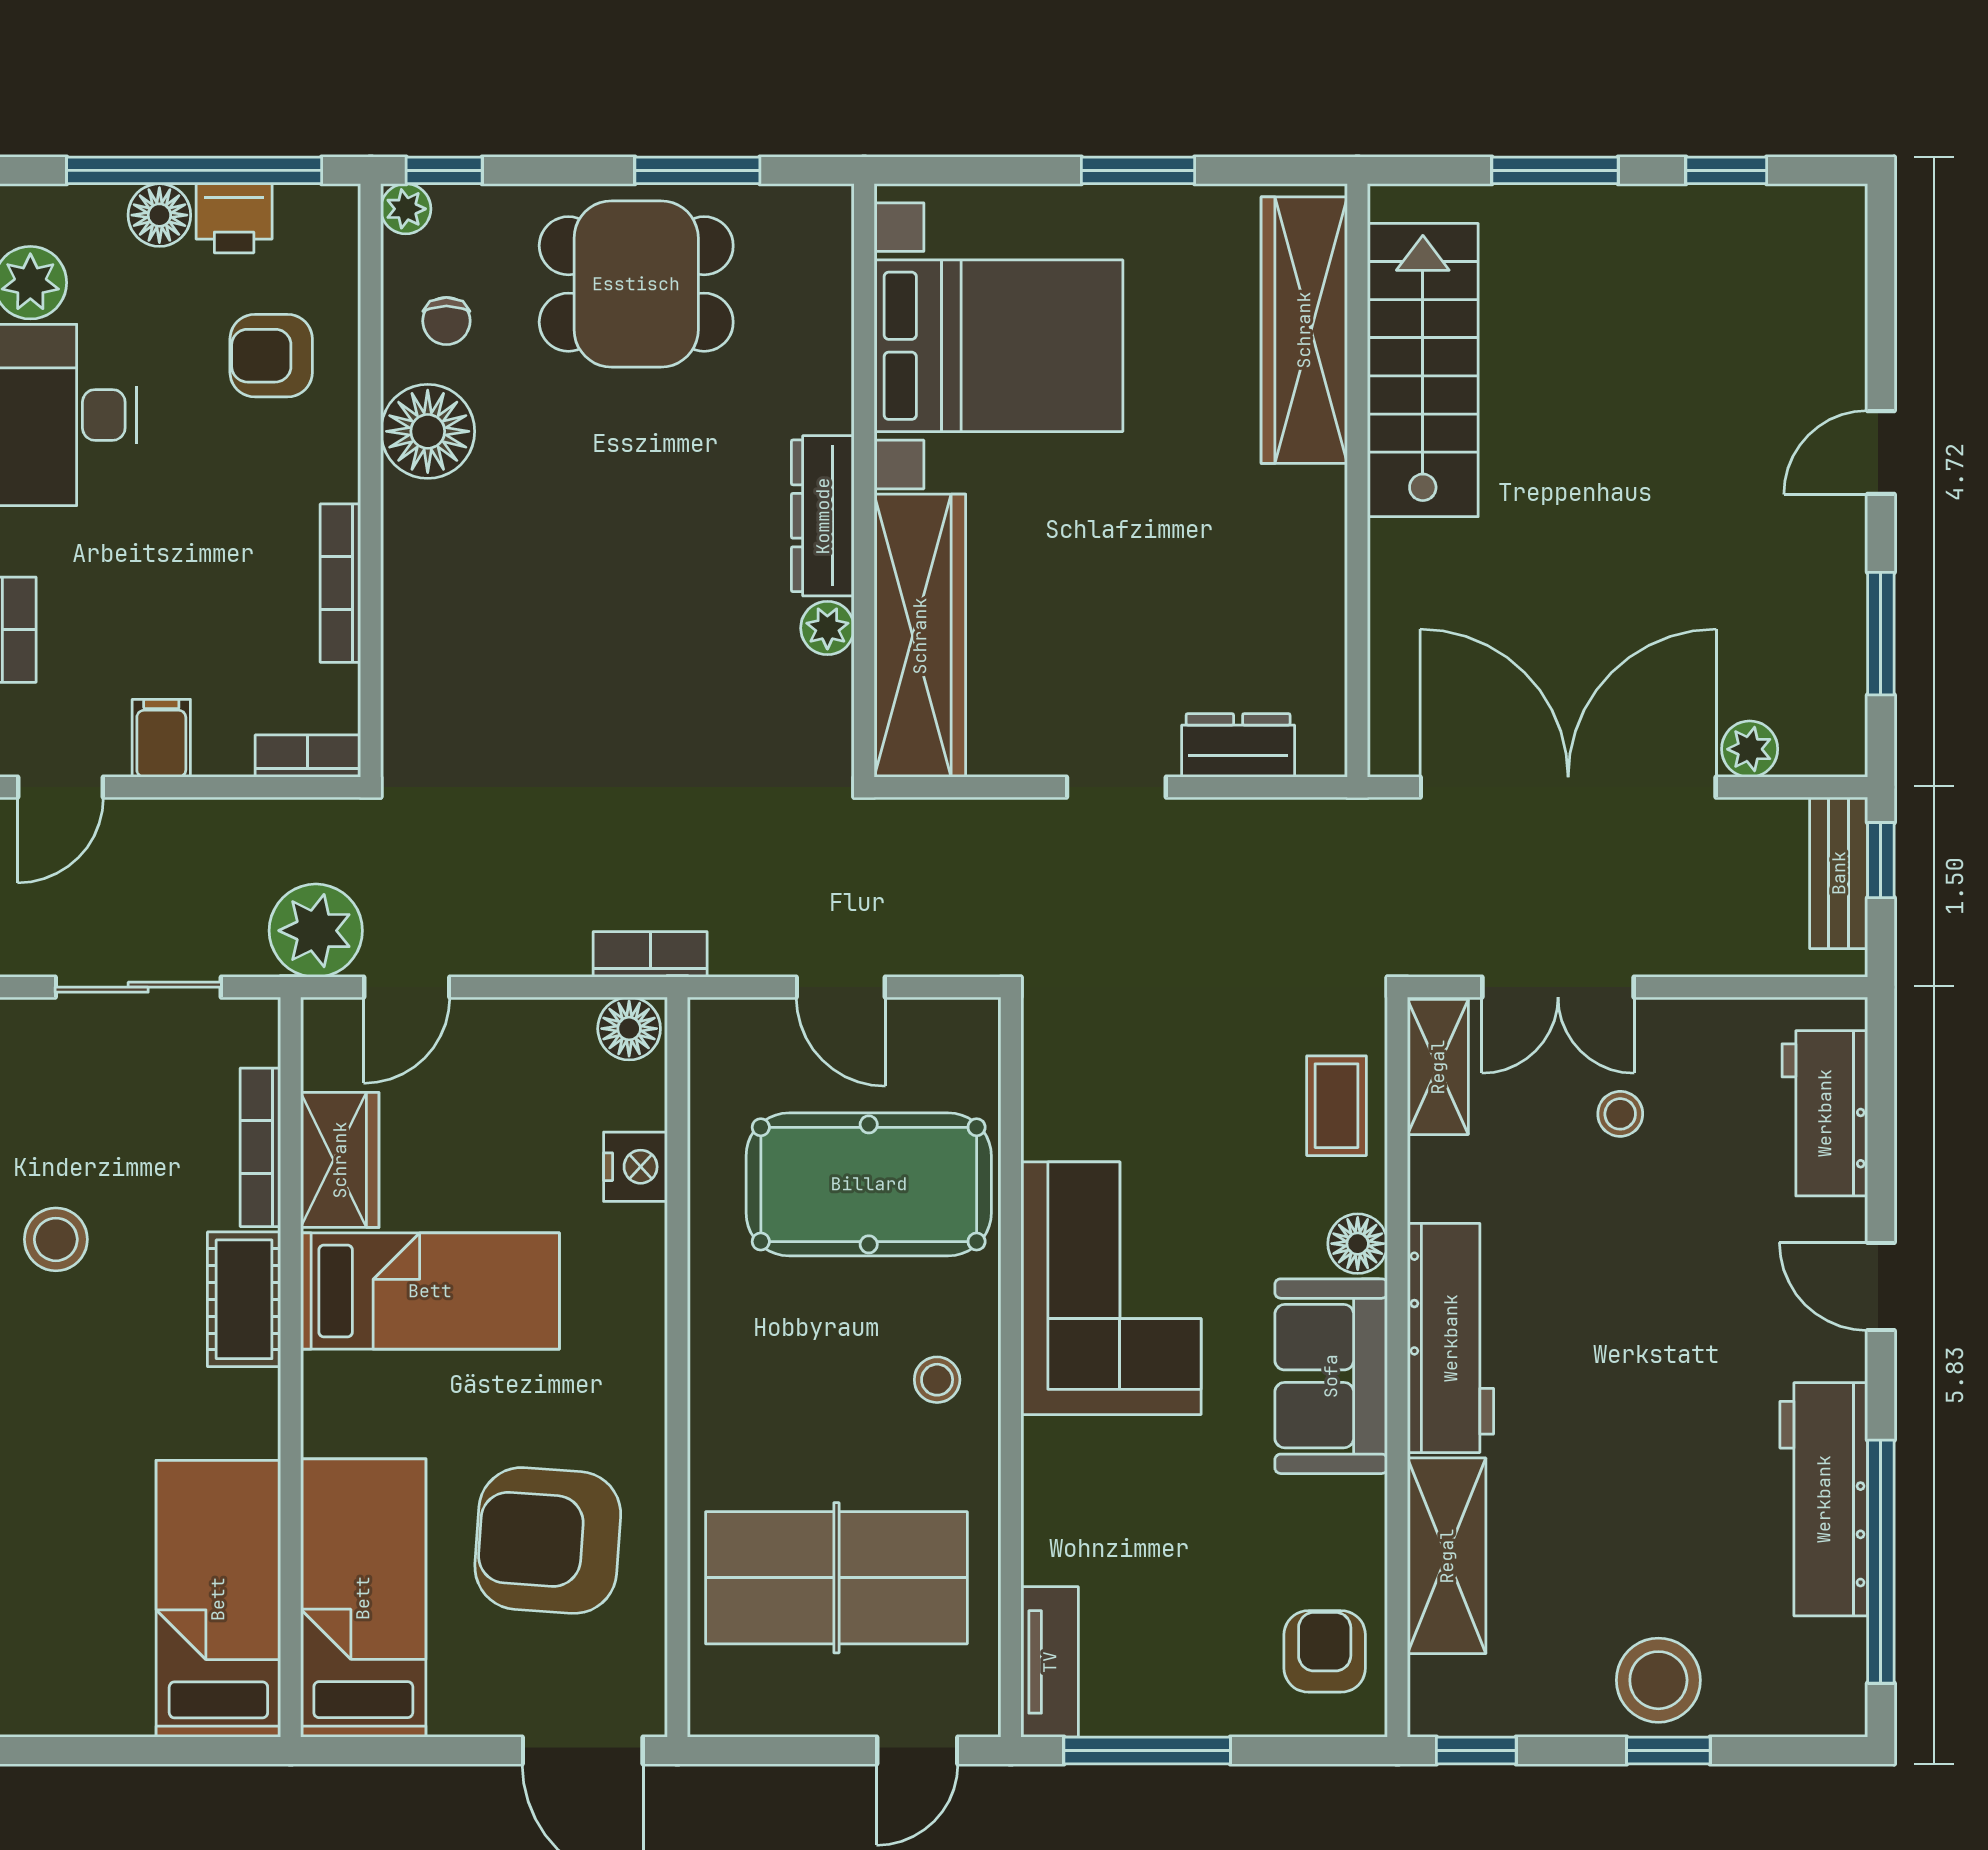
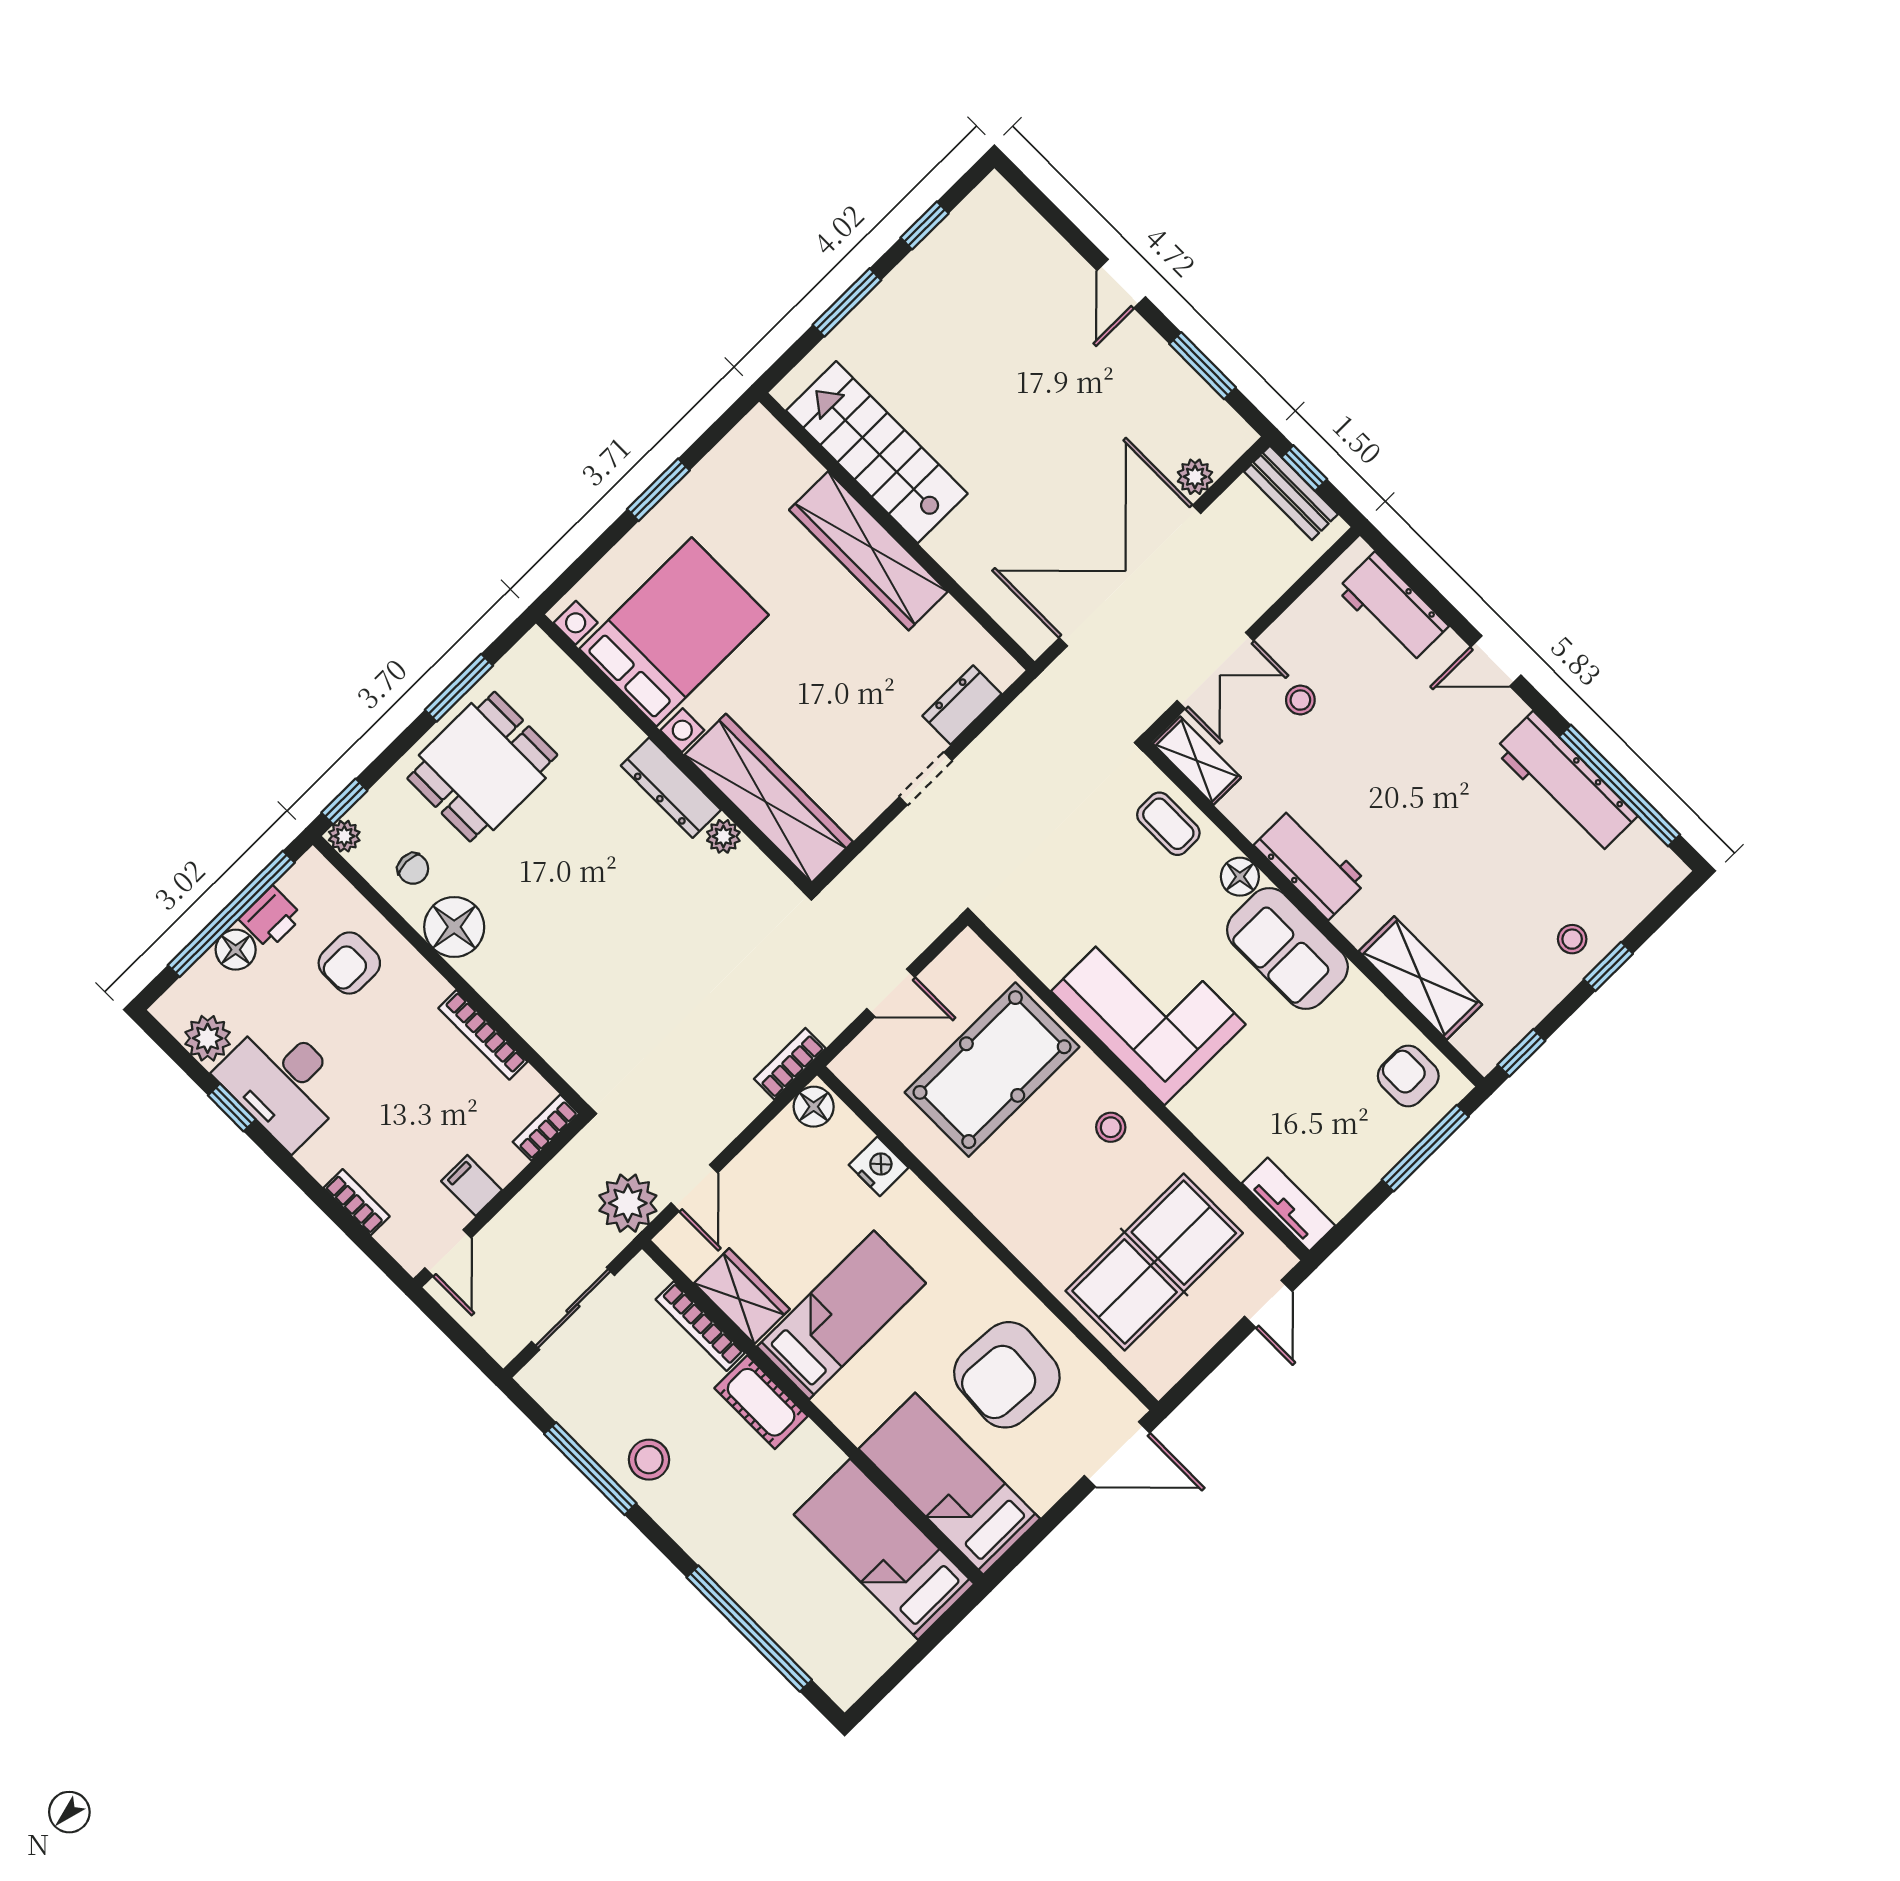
wardrobe: (1304, 330) -> (868, 551), moved
workbench: (1451, 1338) -> (1310, 863), width x0.73
stool: (1658, 1680) -> (1572, 939), width x0.53, depth x0.53
window: (1147, 1751) -> (1425, 1148), moved

